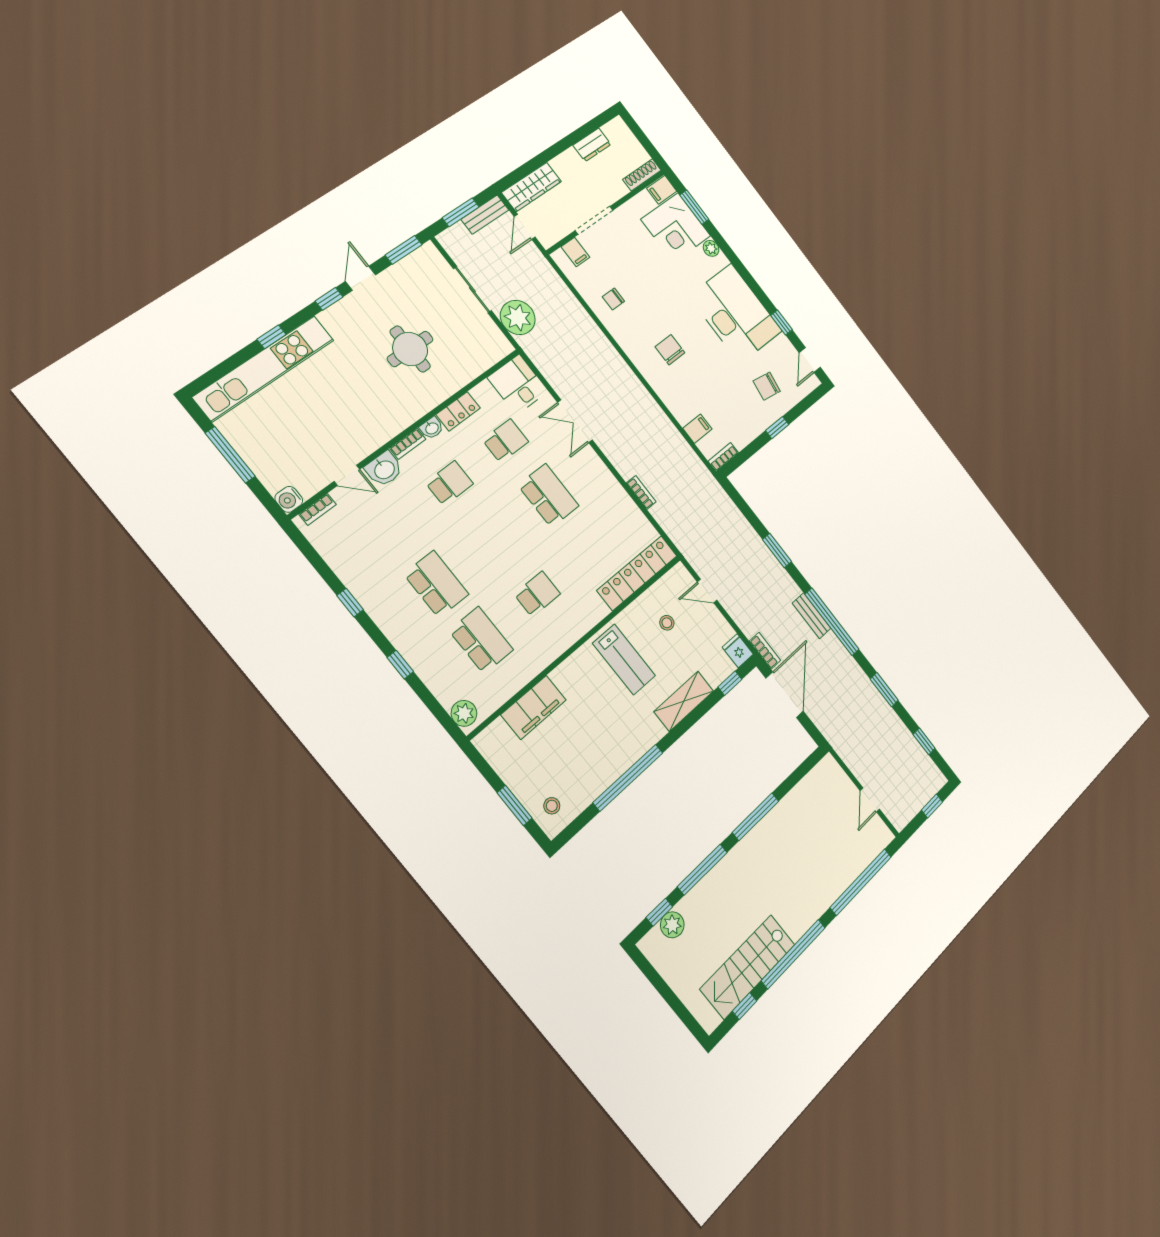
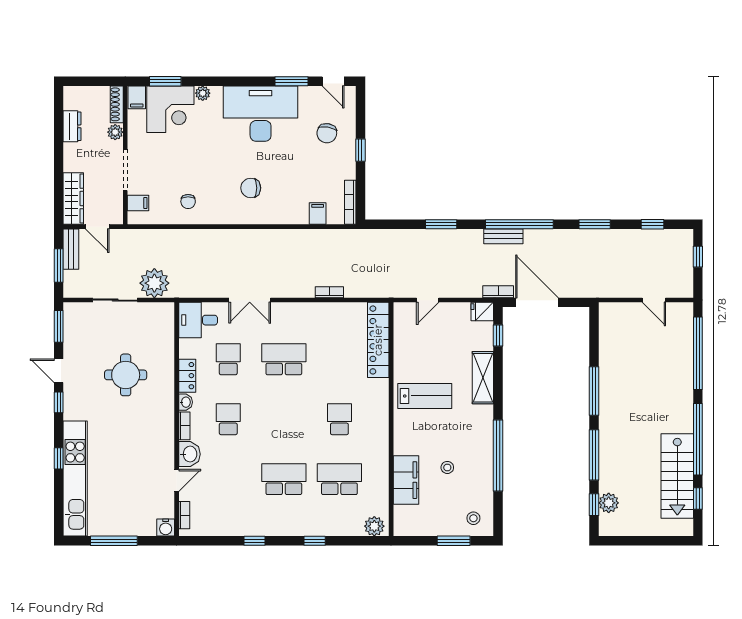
plant: (618, 189) -> (115, 132), added
window: (781, 323) -> (292, 81), width x1.50
bookcase: (723, 457) -> (350, 202), width x1.56
stool: (667, 623) -> (447, 467), moved

